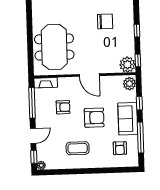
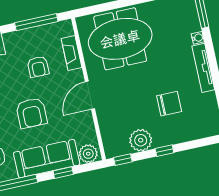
chair: (105, 21) -> (169, 104), turned -90
plant: (127, 65) -> (141, 140), moved
fireplace: (46, 83) -> (72, 53), moved
sofa: (128, 119) -> (47, 159), width x1.36

